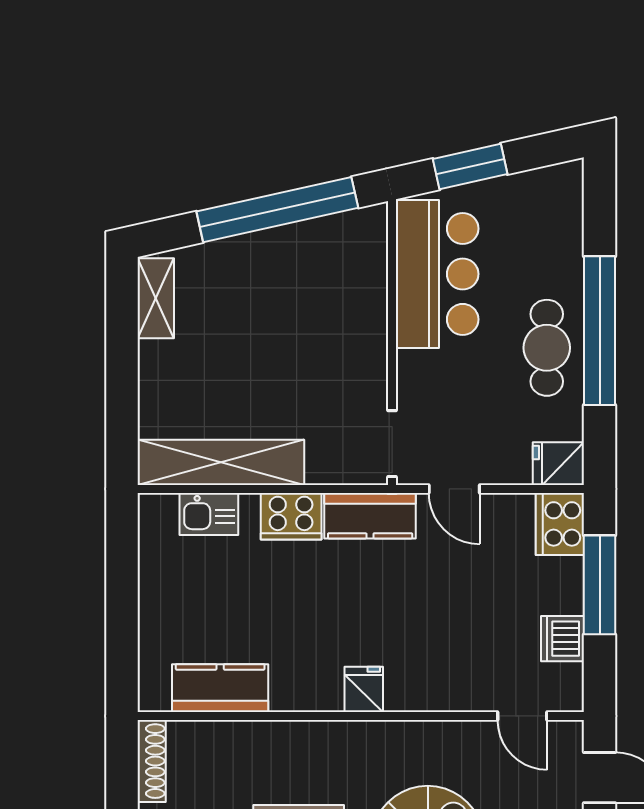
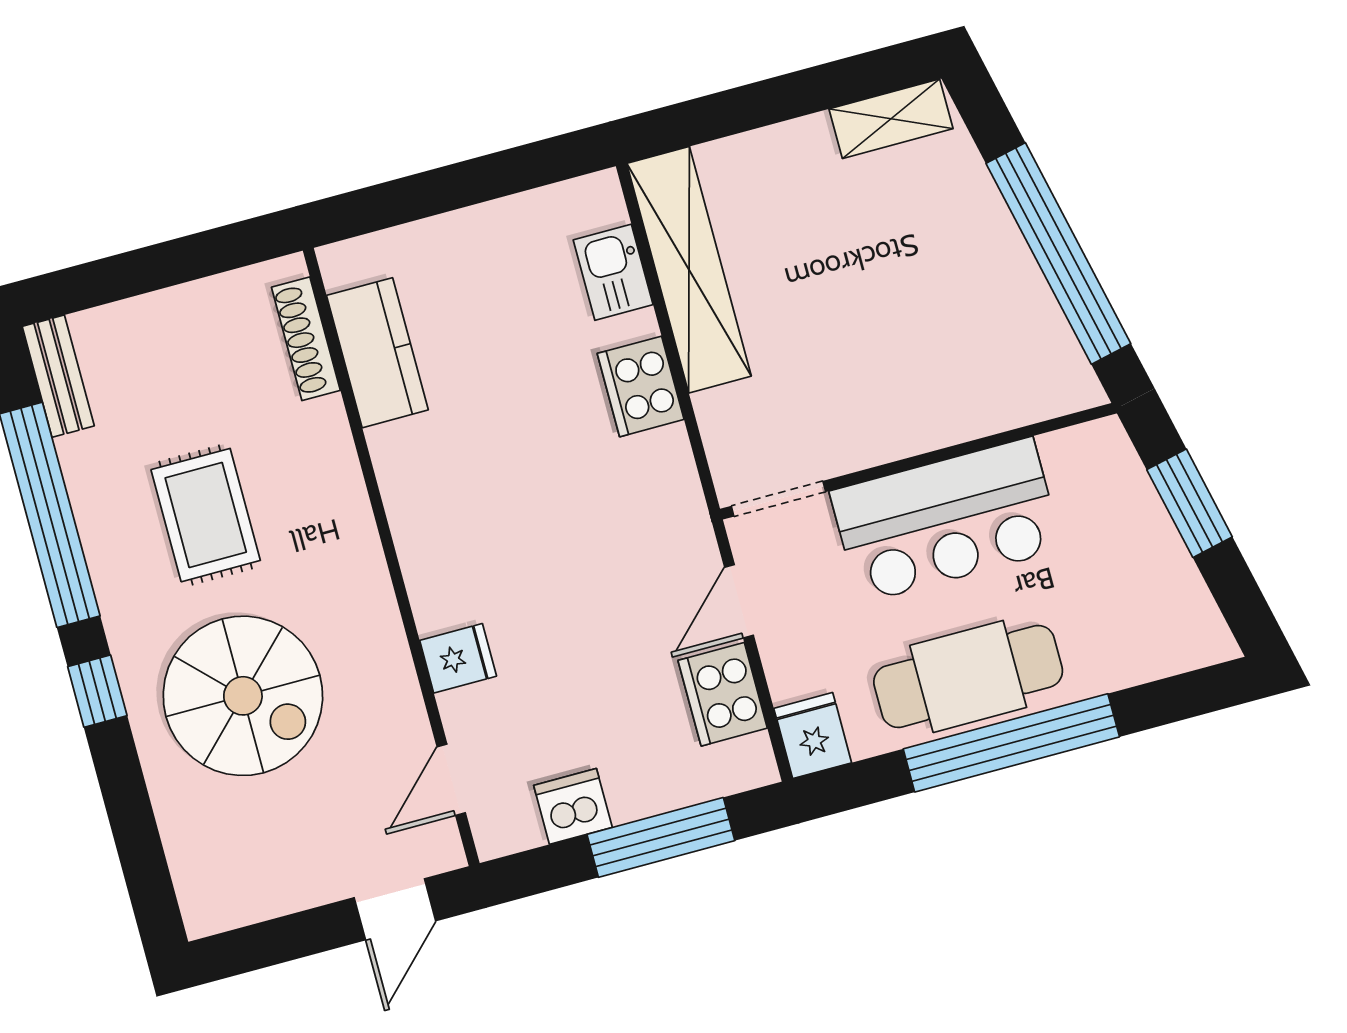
bar counter: (437, 274) -> (946, 520), moved
cafe table: (547, 348) -> (968, 676), width x1.37, depth x1.35
kitchen counter: (370, 516) -> (671, 495), removed
cooker: (560, 524) -> (723, 694), moved, turned -90
fridge: (364, 689) -> (458, 658), moved
shoe rack: (152, 761) -> (306, 339), moved, turned 90

